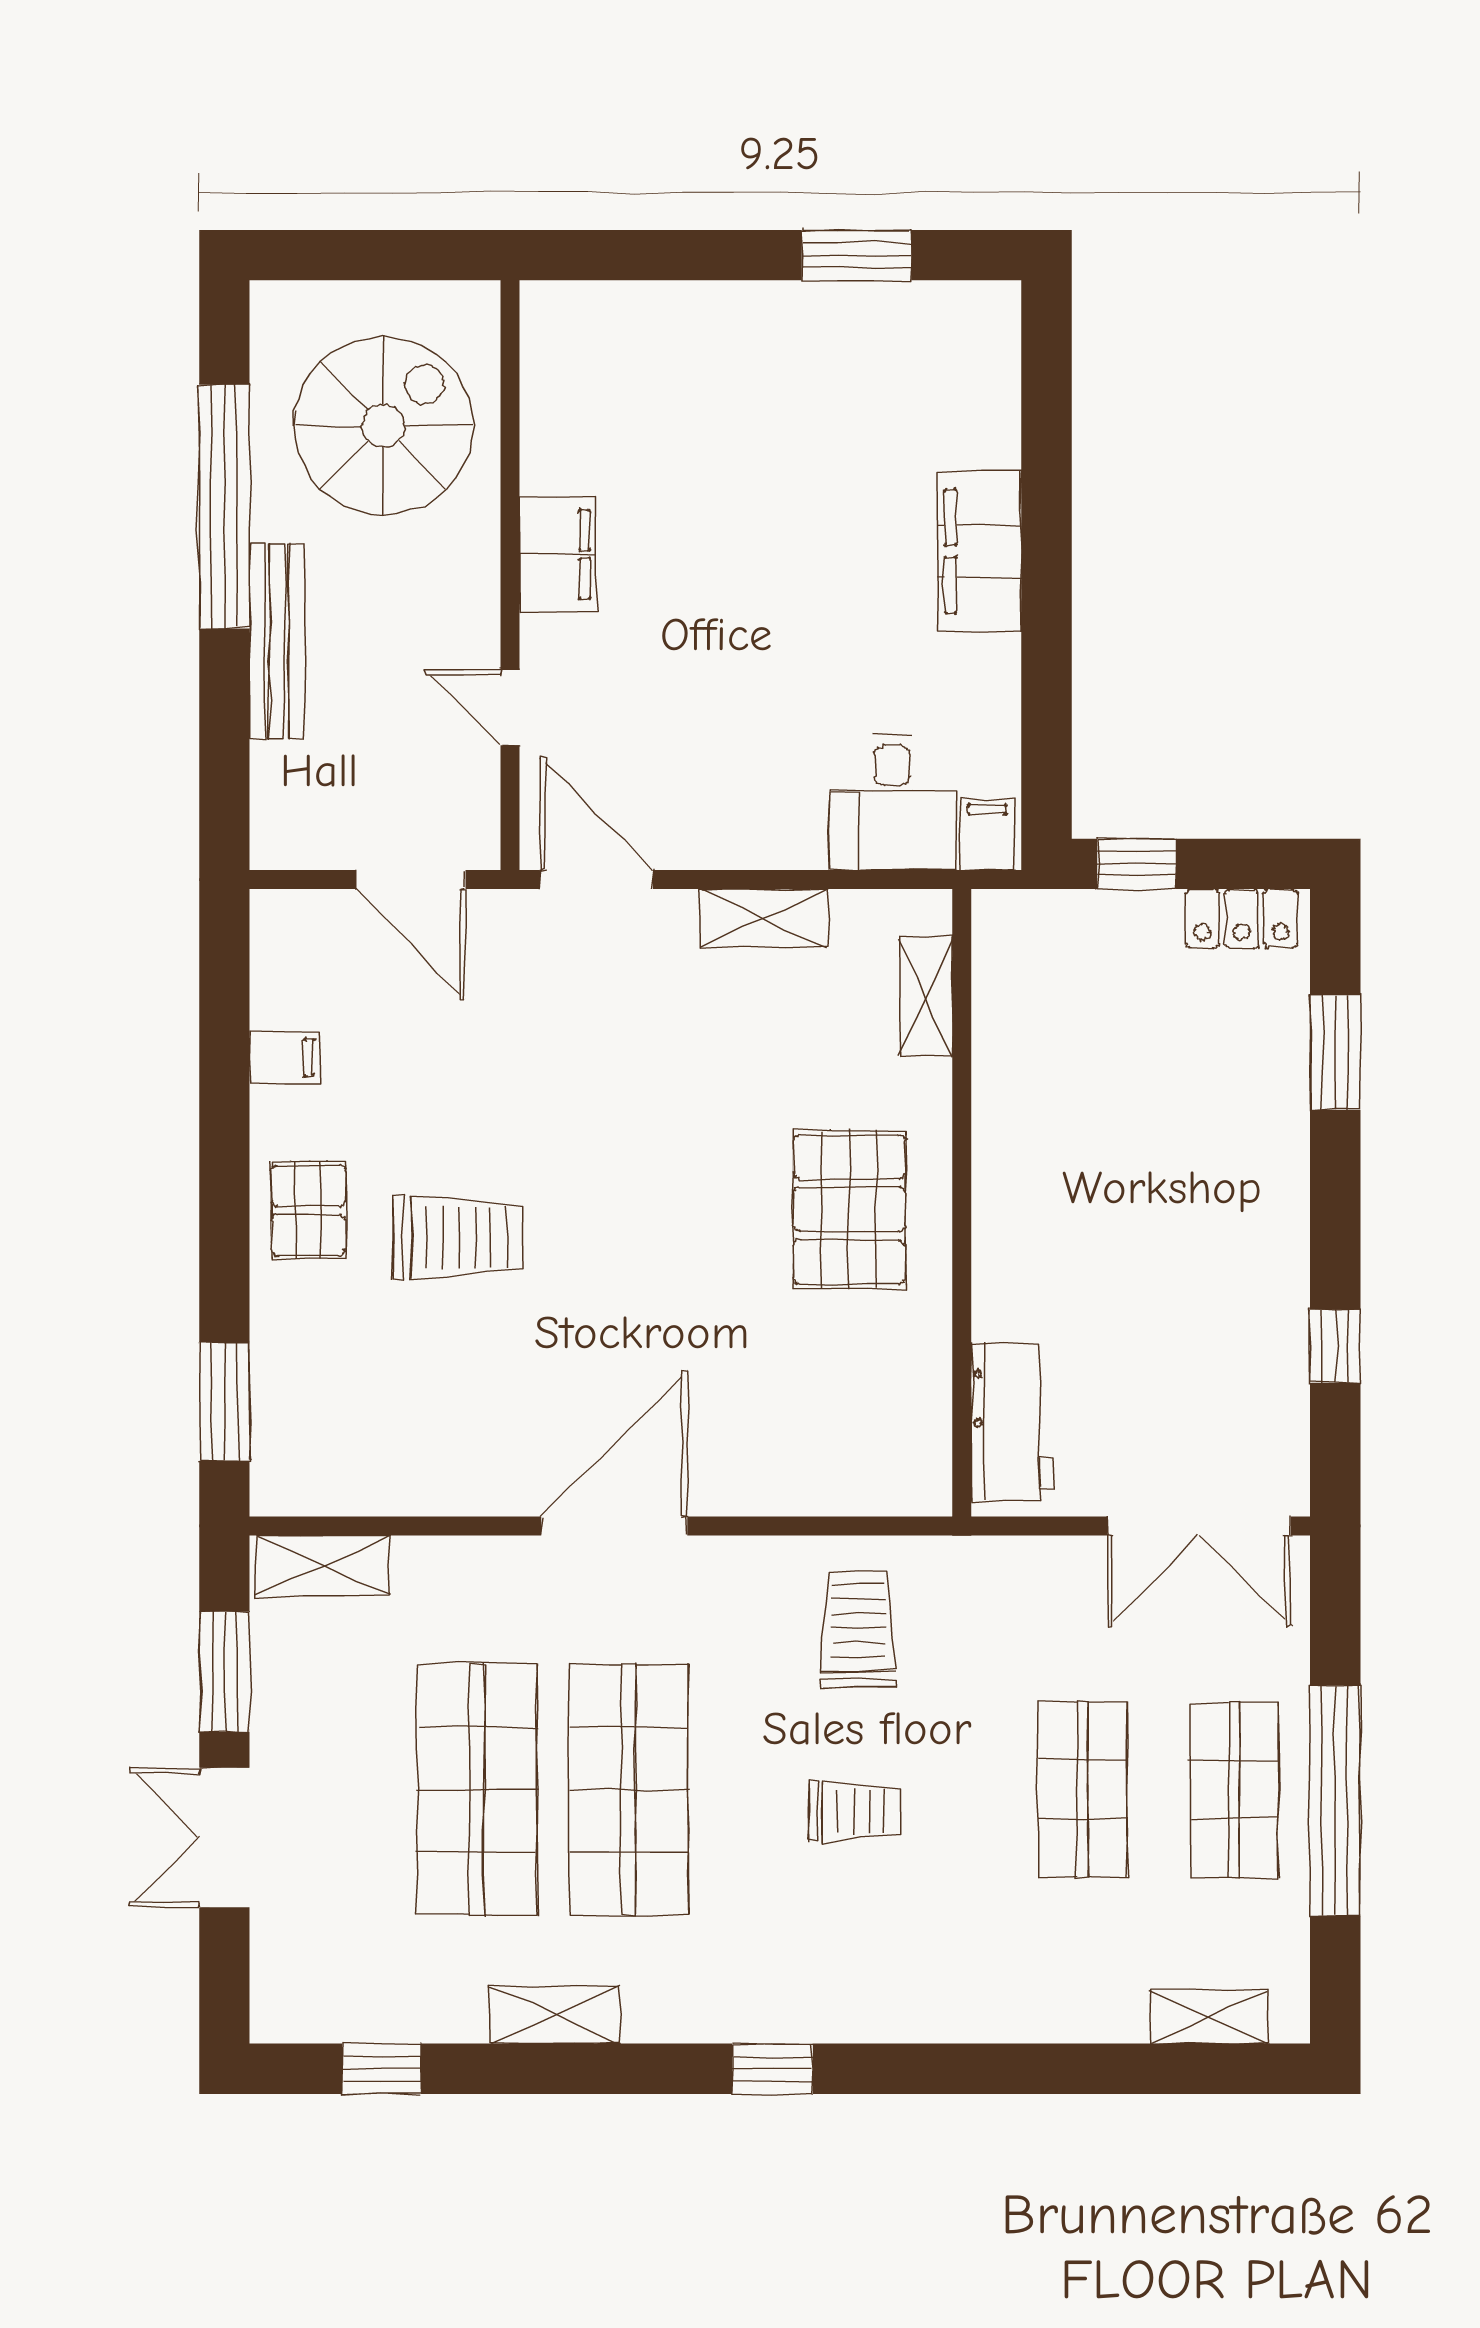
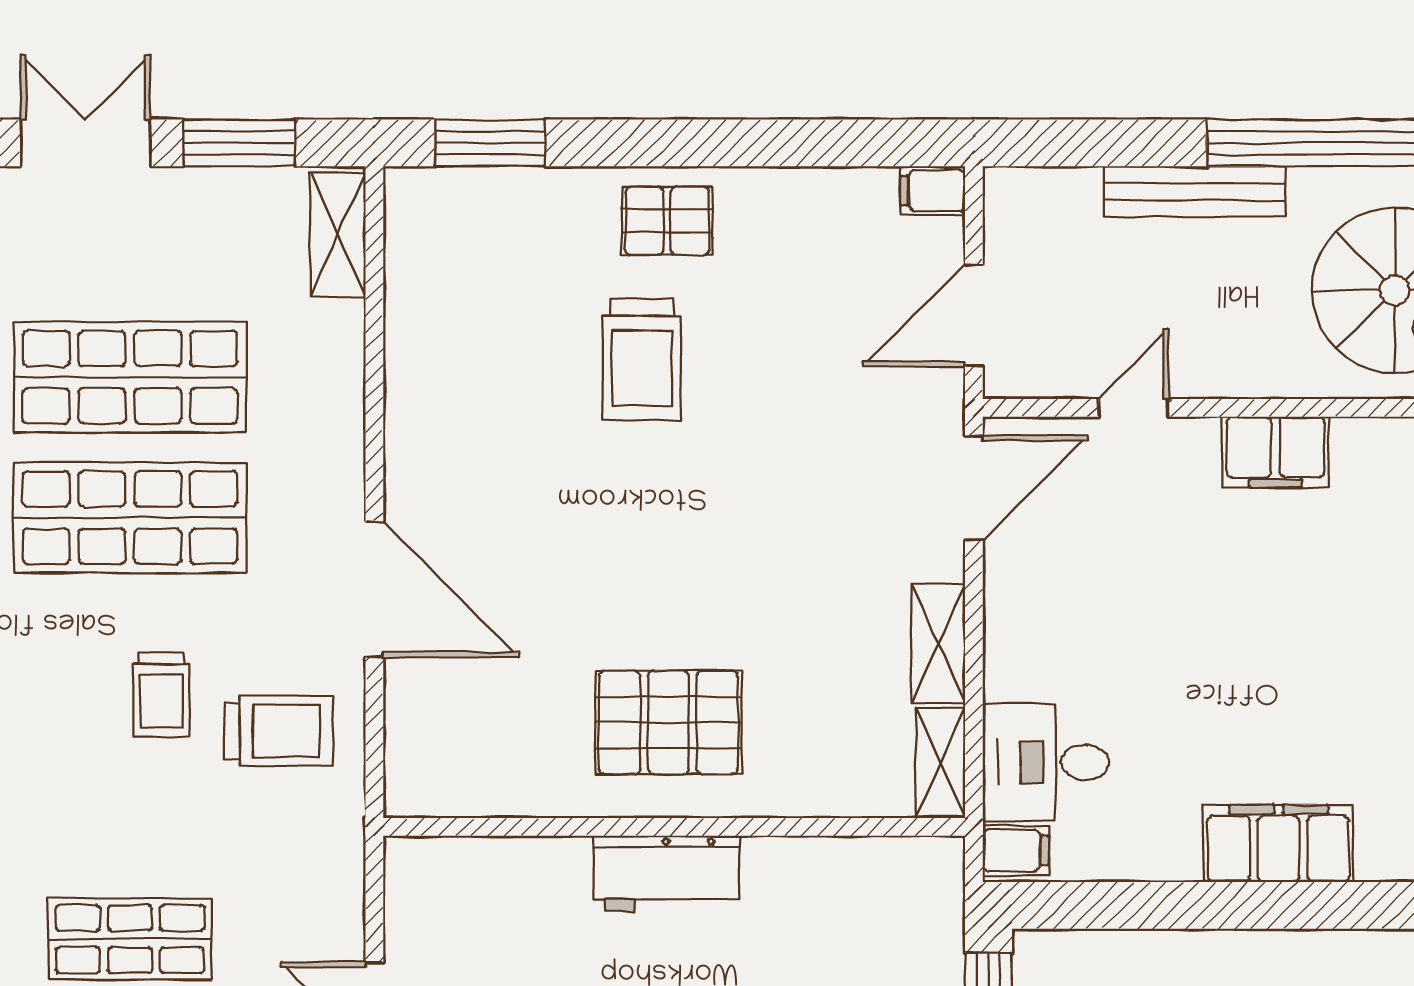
shelving: (926, 997) -> (940, 763), moved, turned 90
filing cabinet: (285, 1058) -> (933, 191), moved, turned 90
workbench: (1012, 1422) -> (667, 873), moved
door: (614, 1526) -> (374, 589), moved
trolley: (855, 1811) -> (161, 695), moved

